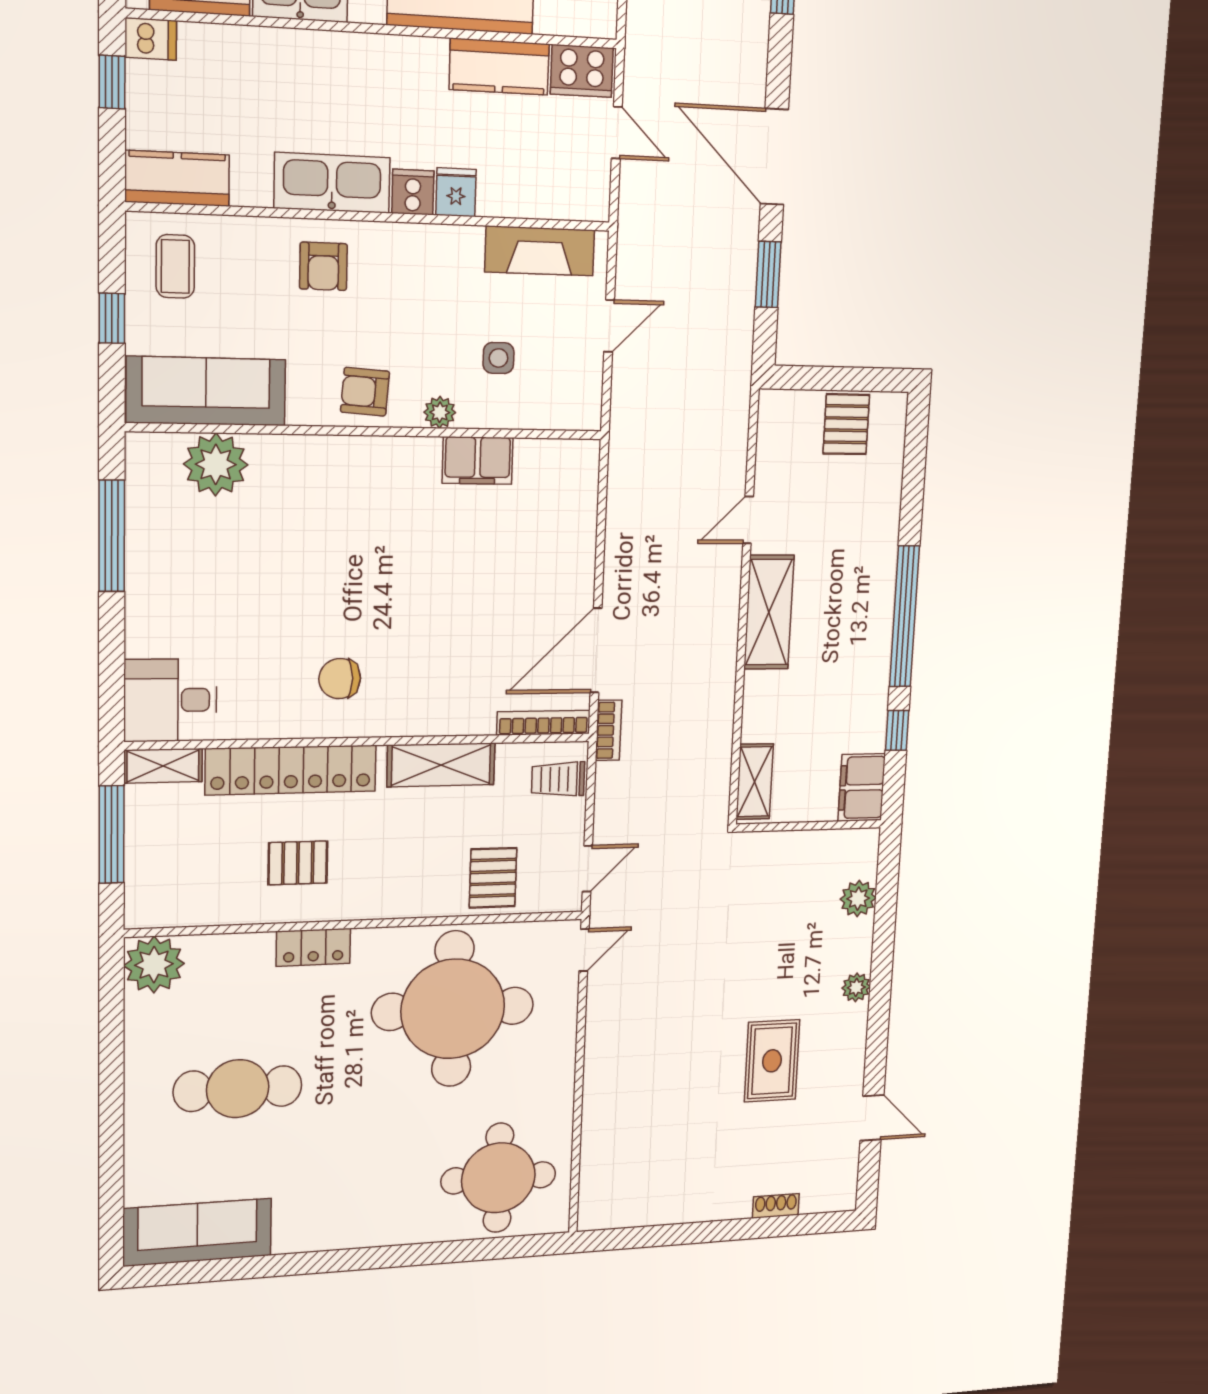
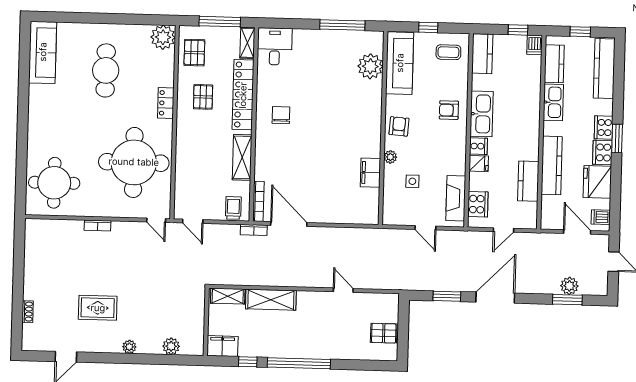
cooker: (582, 71) -> (478, 204), moved, turned 180
shelving: (769, 612) -> (271, 300), moved
pallet: (493, 878) -> (194, 53), moved, turned 90
bookcase: (594, 1076) -> (97, 225), added

